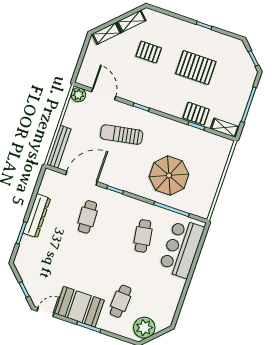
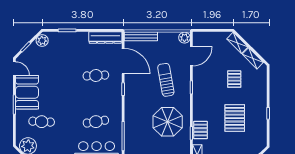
parasol: (169, 175) -> (168, 122), moved
dresser: (37, 216) -> (105, 37), moved
plant: (23, 267) -> (42, 41), added

